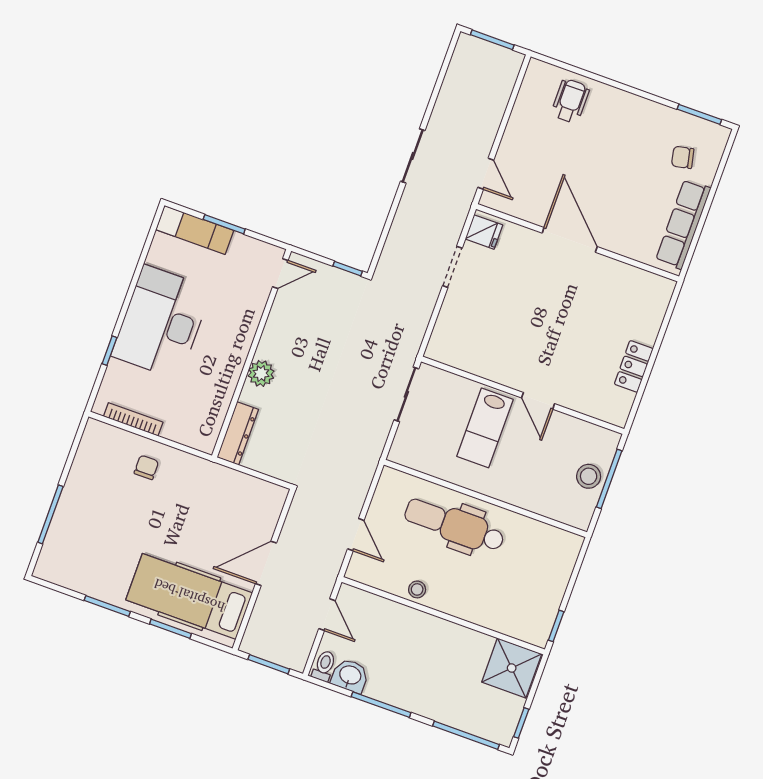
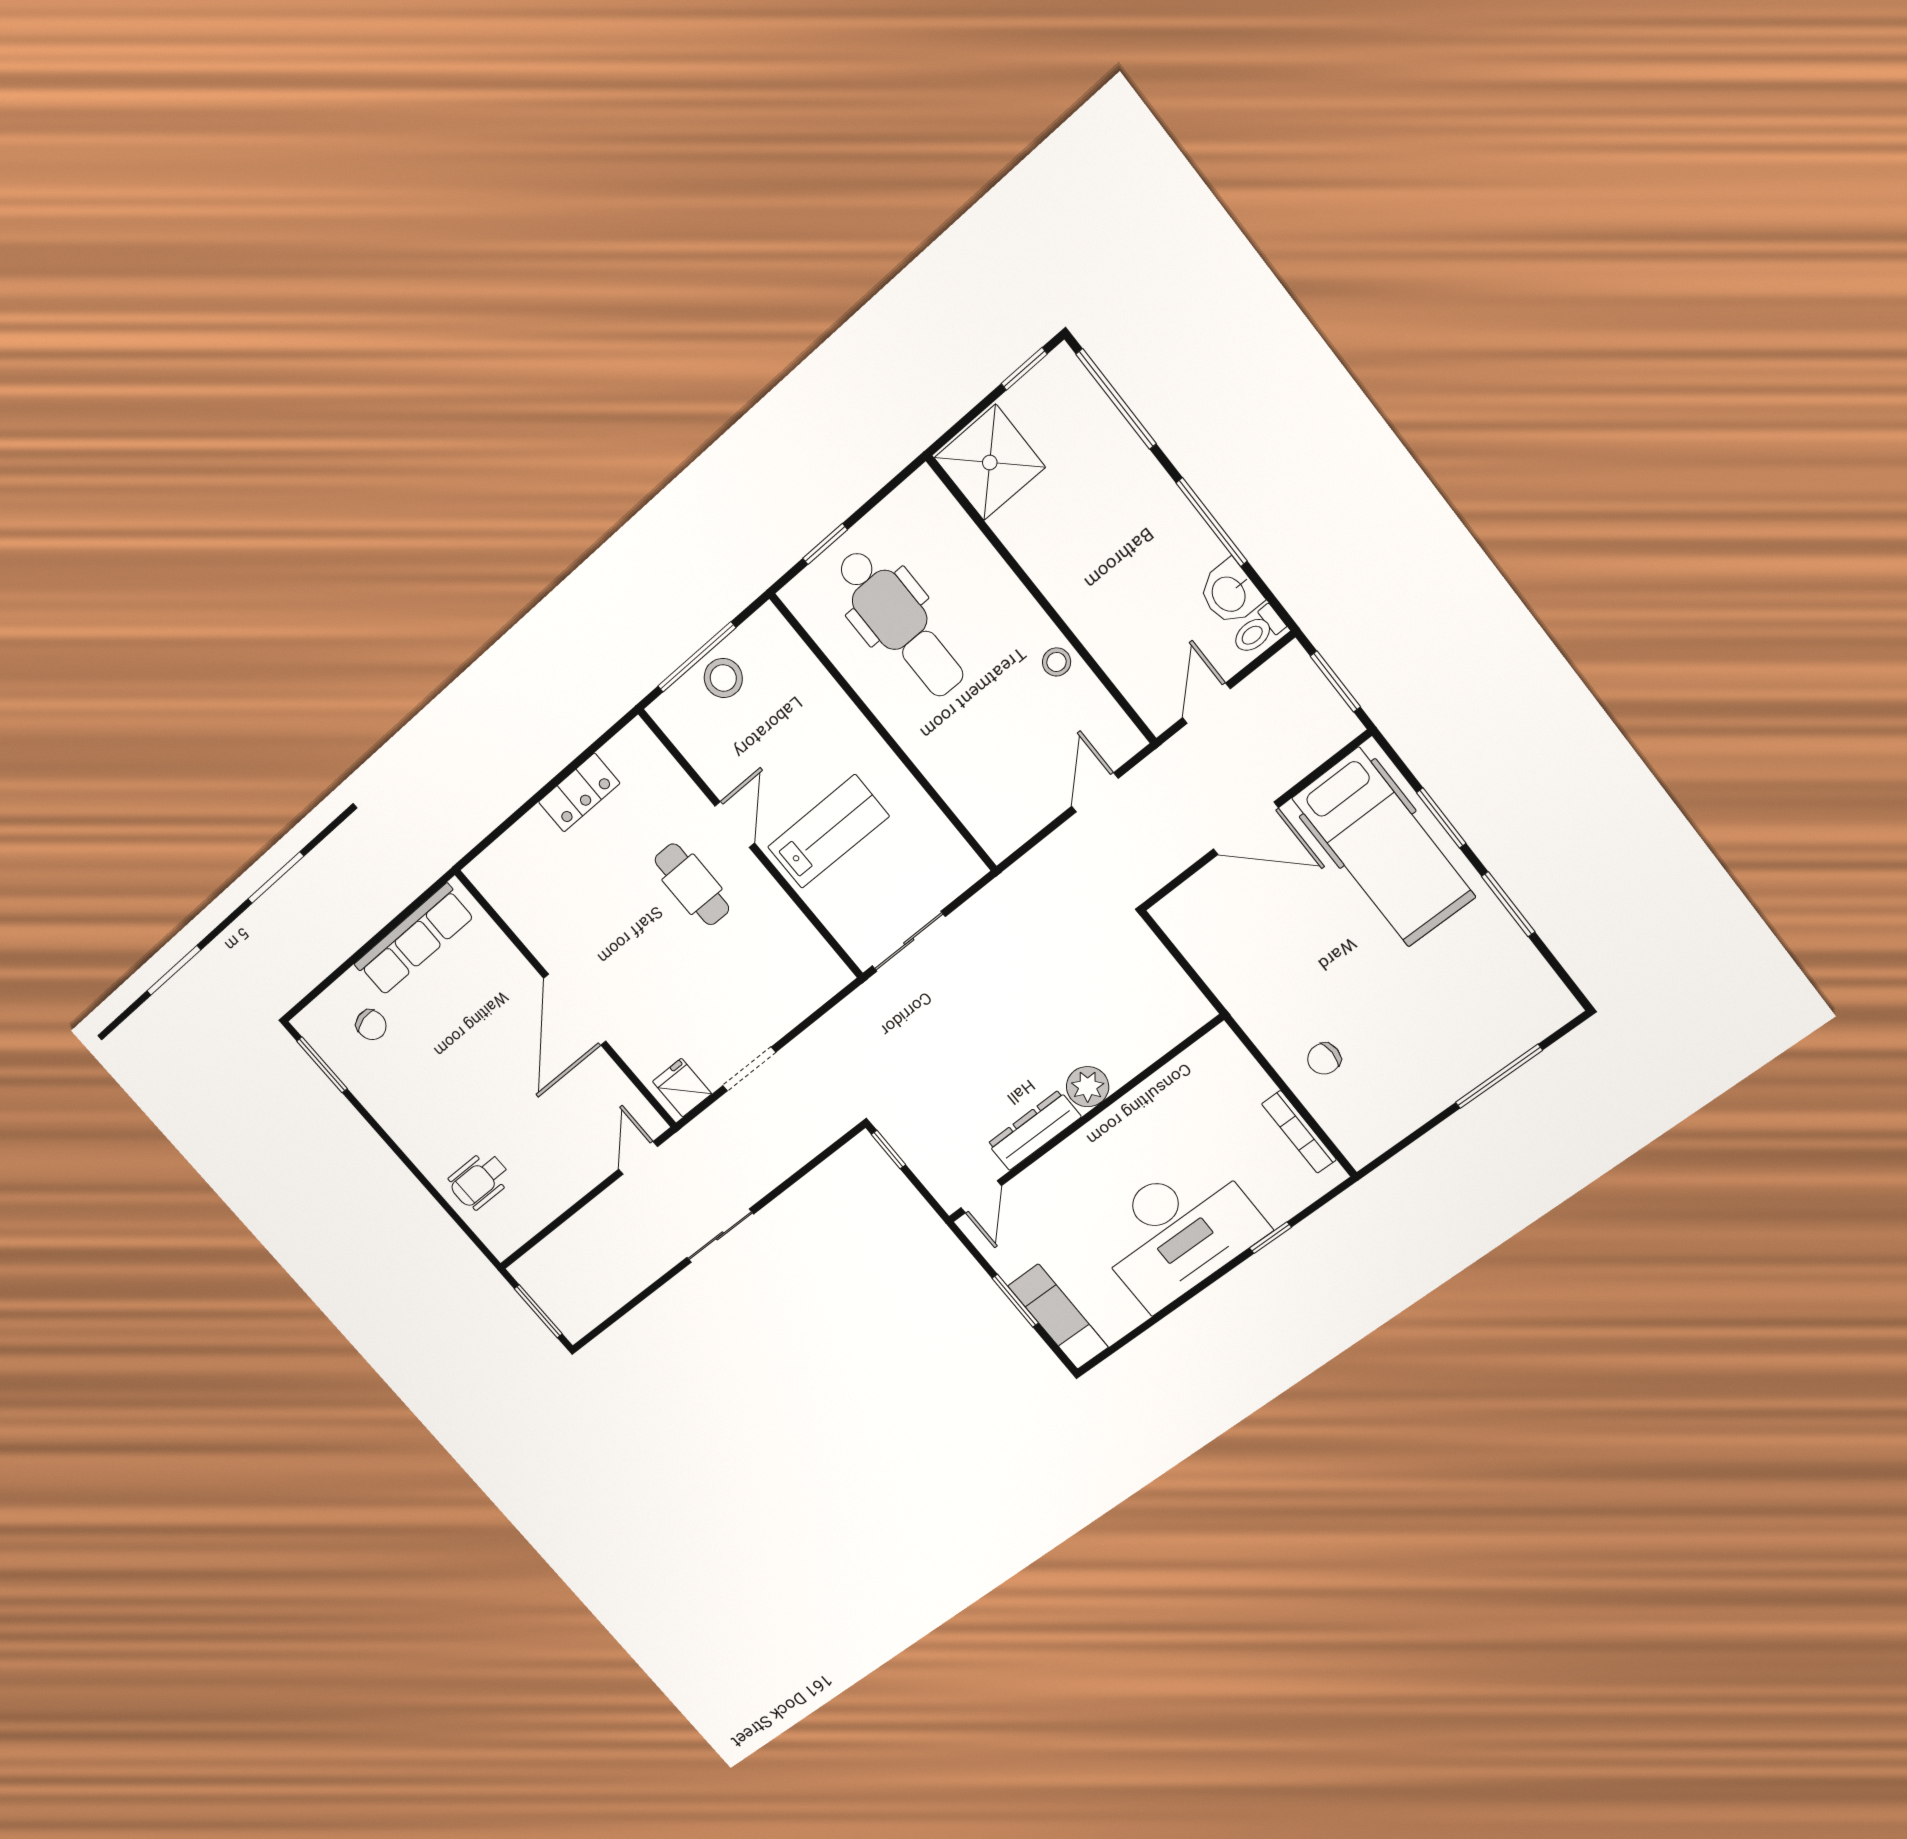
door: (280, 274) -> (981, 1197), swing flipped
cafe table: (543, 353) -> (692, 884), added
dresser: (238, 433) -> (1034, 1130), moved
dental chair: (454, 525) -> (900, 623), moved
window: (556, 626) -> (825, 544), moved

